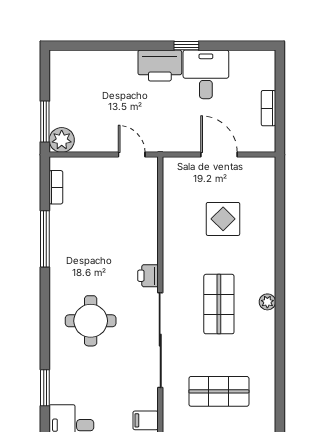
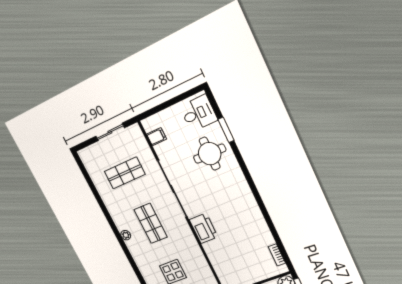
window: (45, 239) -> (269, 222), removed
printer: (148, 276) -> (204, 228), width x1.87, depth x1.48
round table: (91, 321) -> (210, 154), moved

